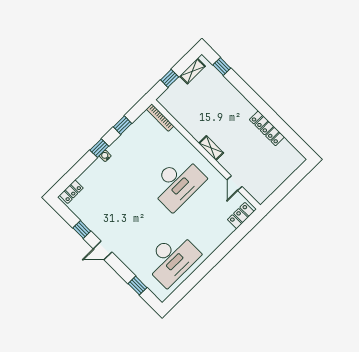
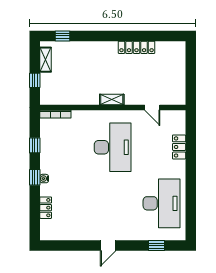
locker: (71, 192) -> (46, 208), moved
locker: (241, 216) -> (179, 147), moved
window: (82, 230) -> (79, 246), removed

